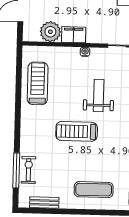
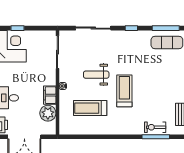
treadmill: (38, 83) -> (90, 108), moved
treadmill: (77, 131) -> (124, 91), turned 180
exercise mat: (94, 190) -> (169, 77), removed

